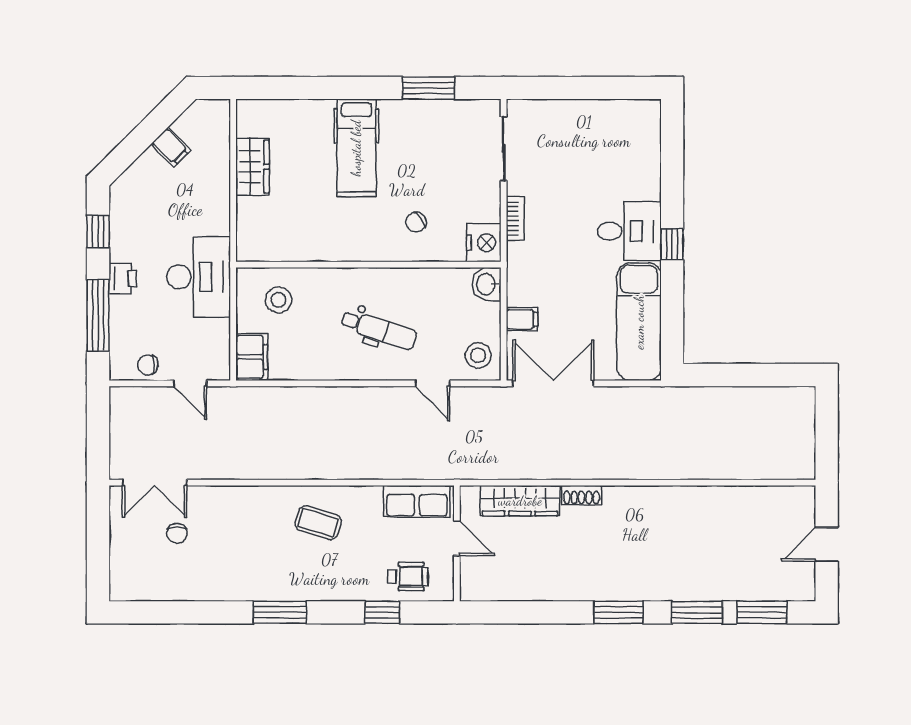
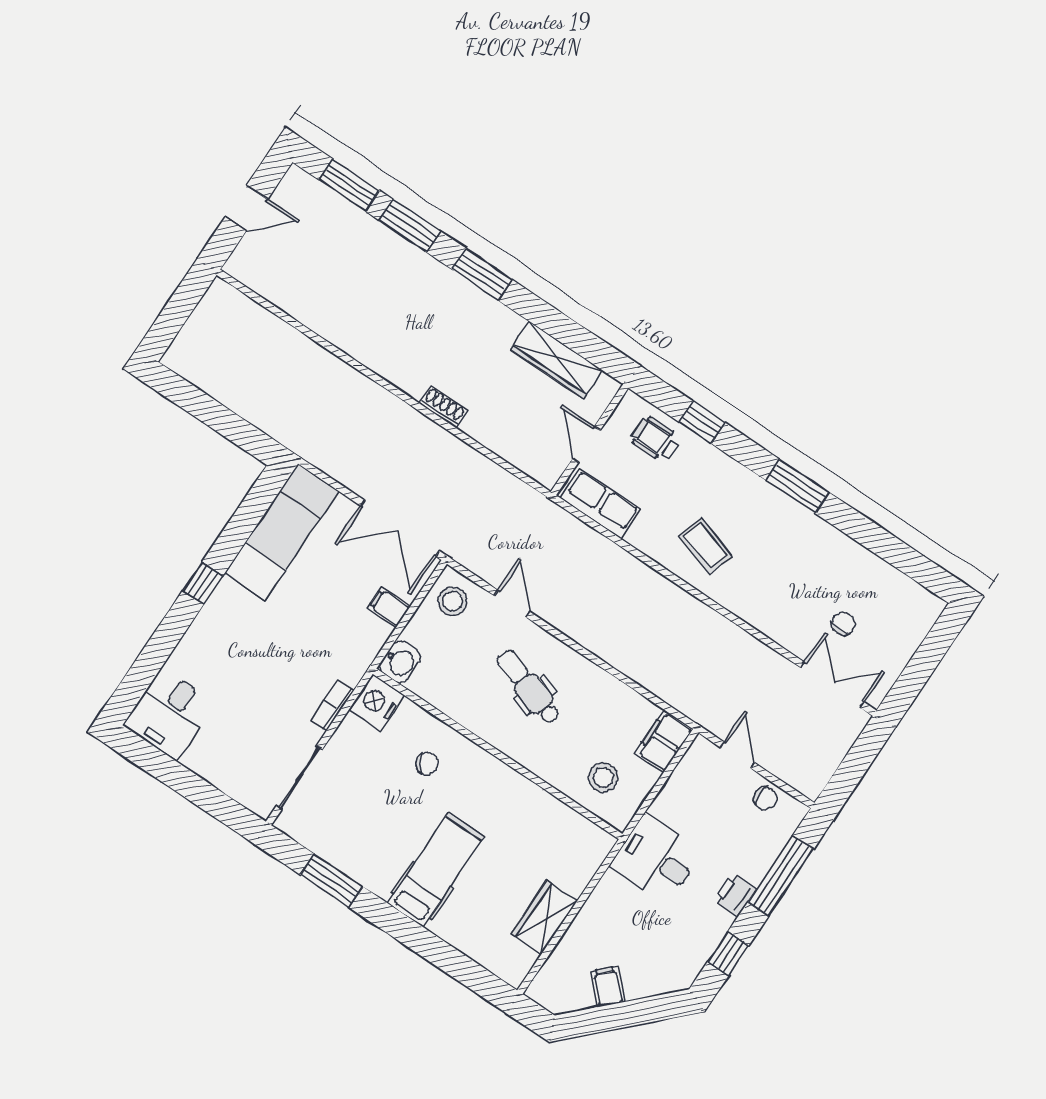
desk: (629, 231) -> (169, 714), moved, turned -90
desk: (199, 277) -> (656, 859), width x0.73
wardrobe: (520, 501) -> (556, 360), moved, turned 180

